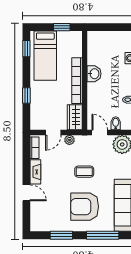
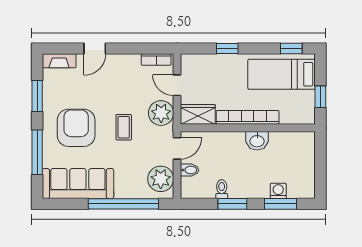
plant: (69, 140) -> (161, 113), width x1.87, depth x1.87
fireplace: (35, 172) -> (59, 61), moved

